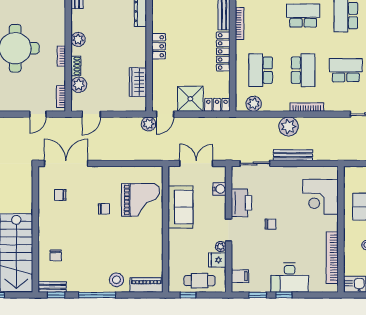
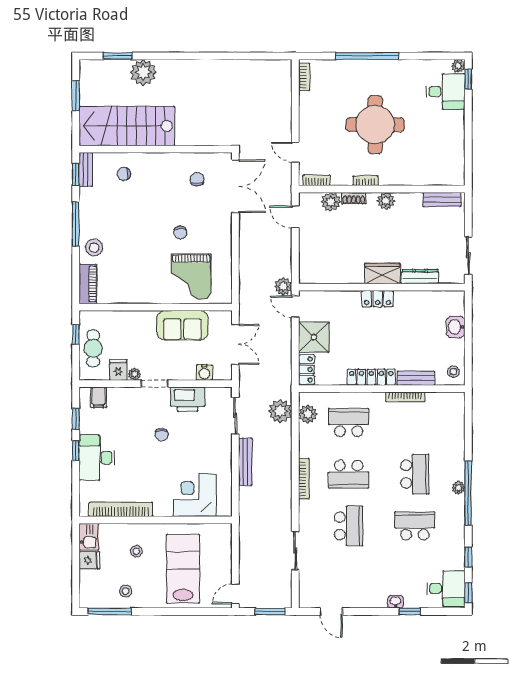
wardrobe: (138, 82) -> (382, 274), moved
plant: (288, 126) -> (280, 411), moved

